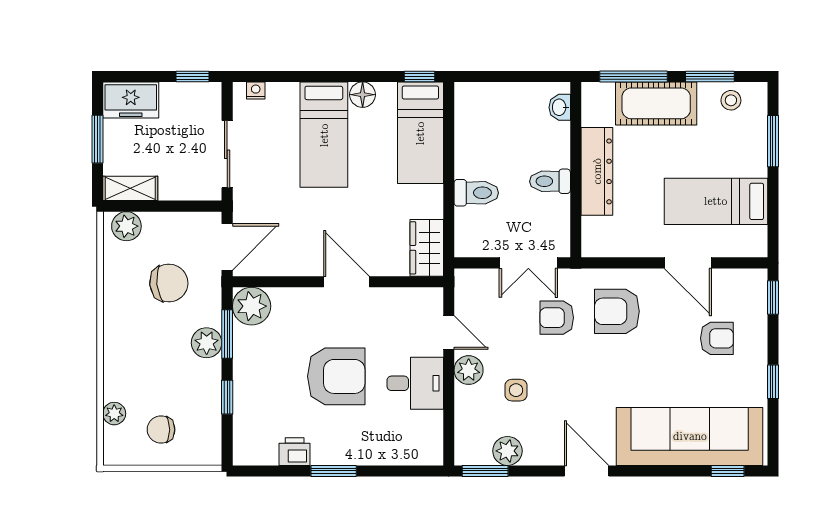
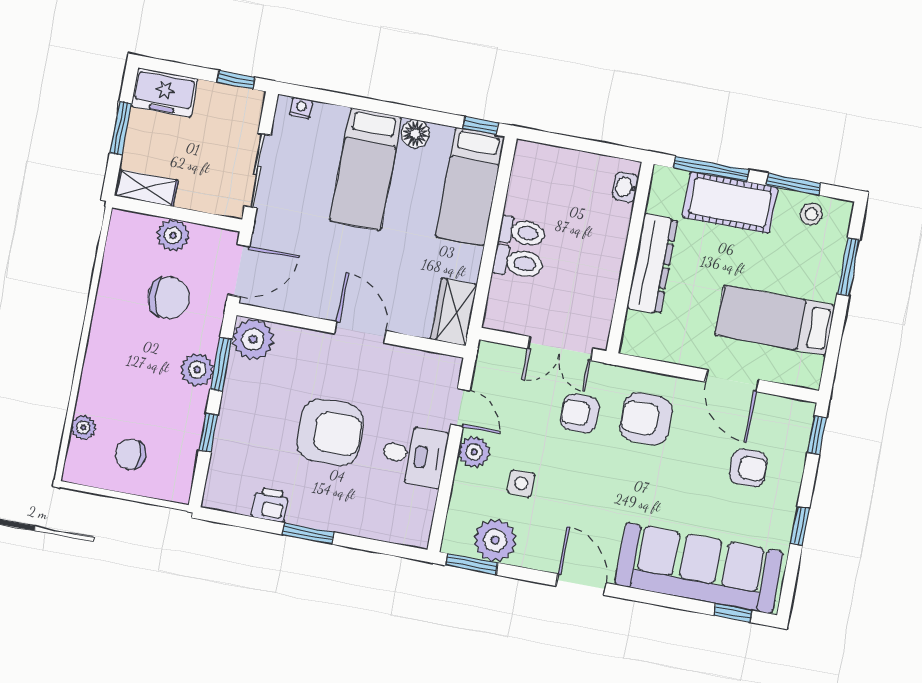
toilet: (550, 181) -> (522, 232), moved, turned 180
plant: (126, 226) -> (173, 235), moved
plant: (507, 451) -> (495, 540), width x1.36, depth x1.36

